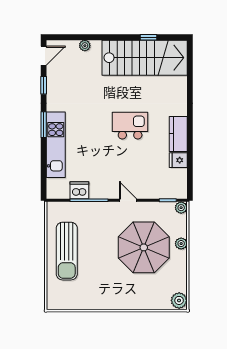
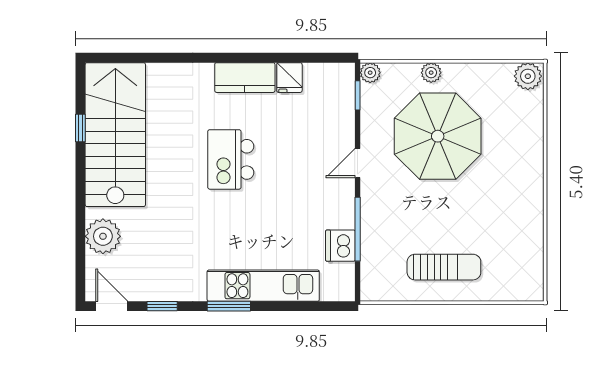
plant: (85, 46) -> (103, 236), width x1.88, depth x1.88
sun lounger: (67, 251) -> (444, 267), width x0.73, depth x0.75

